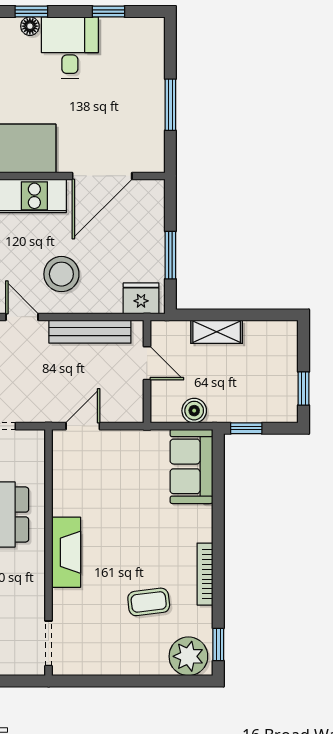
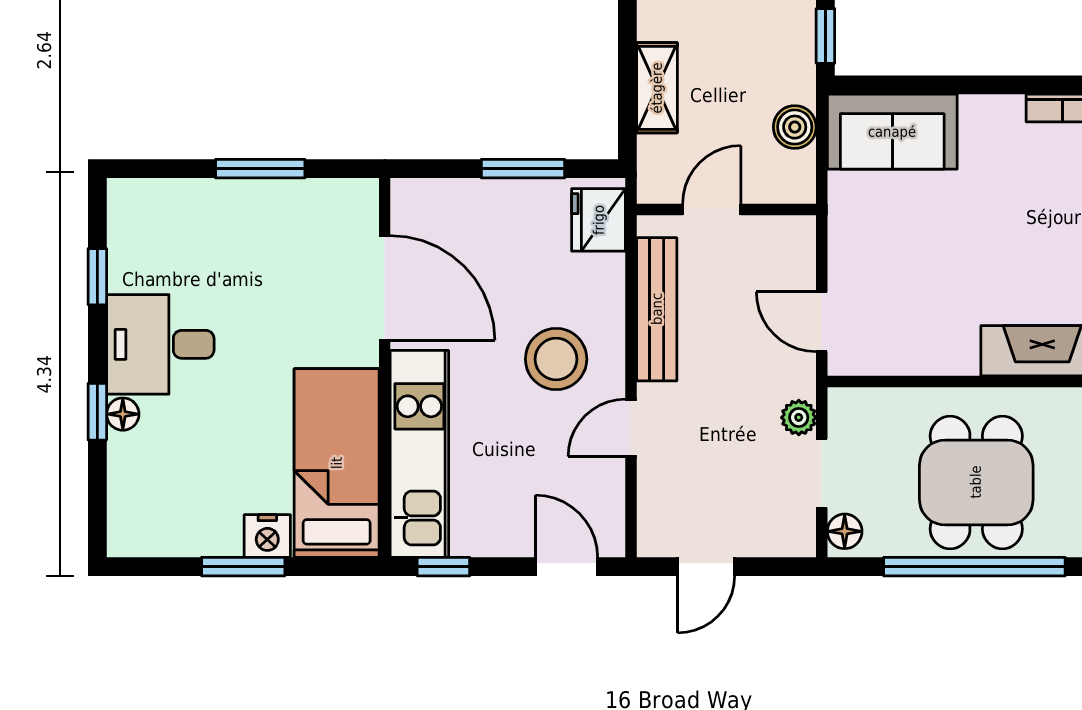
plant: (28, 413) -> (799, 417), added

